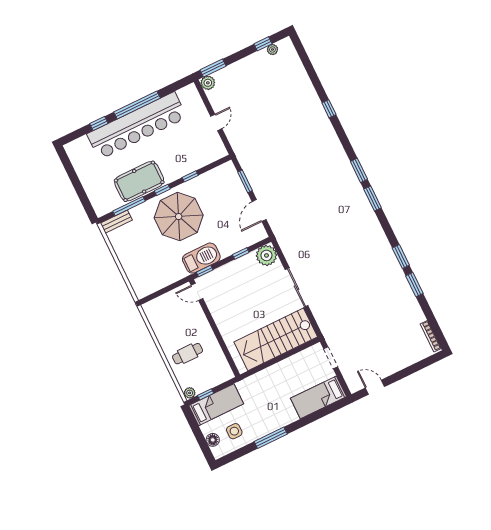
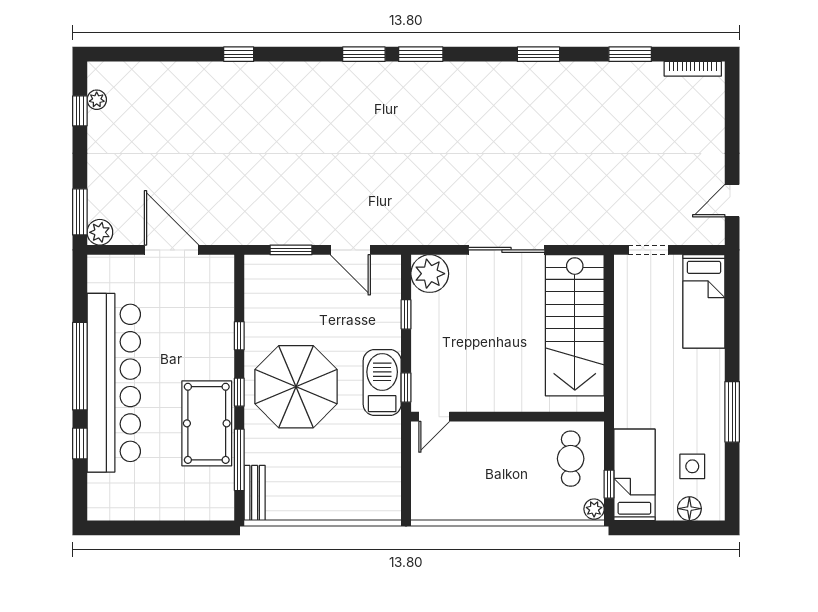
door: (216, 122) -> (172, 250), width x1.88
window: (414, 285) -> (630, 54), moved
cafe table: (188, 354) -> (571, 459), moved

